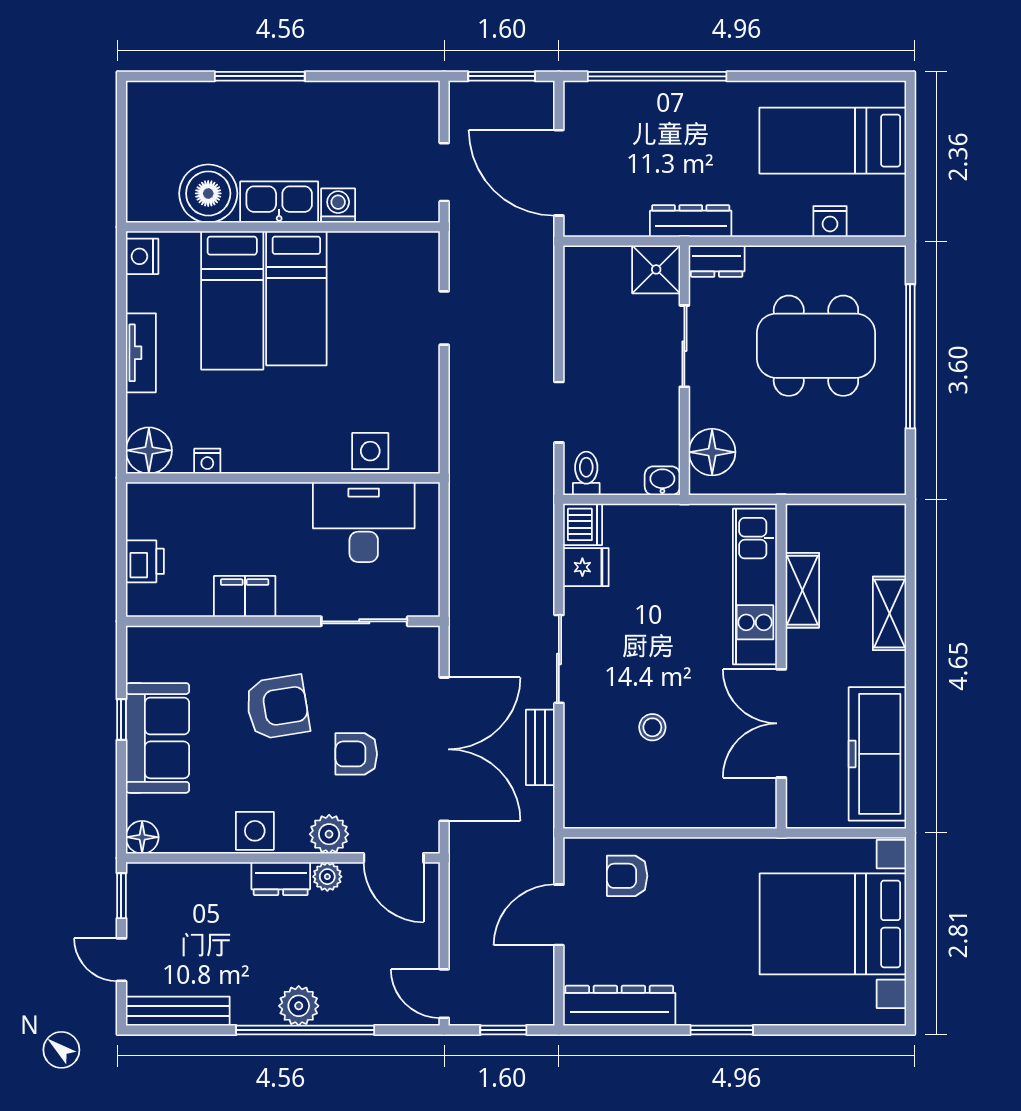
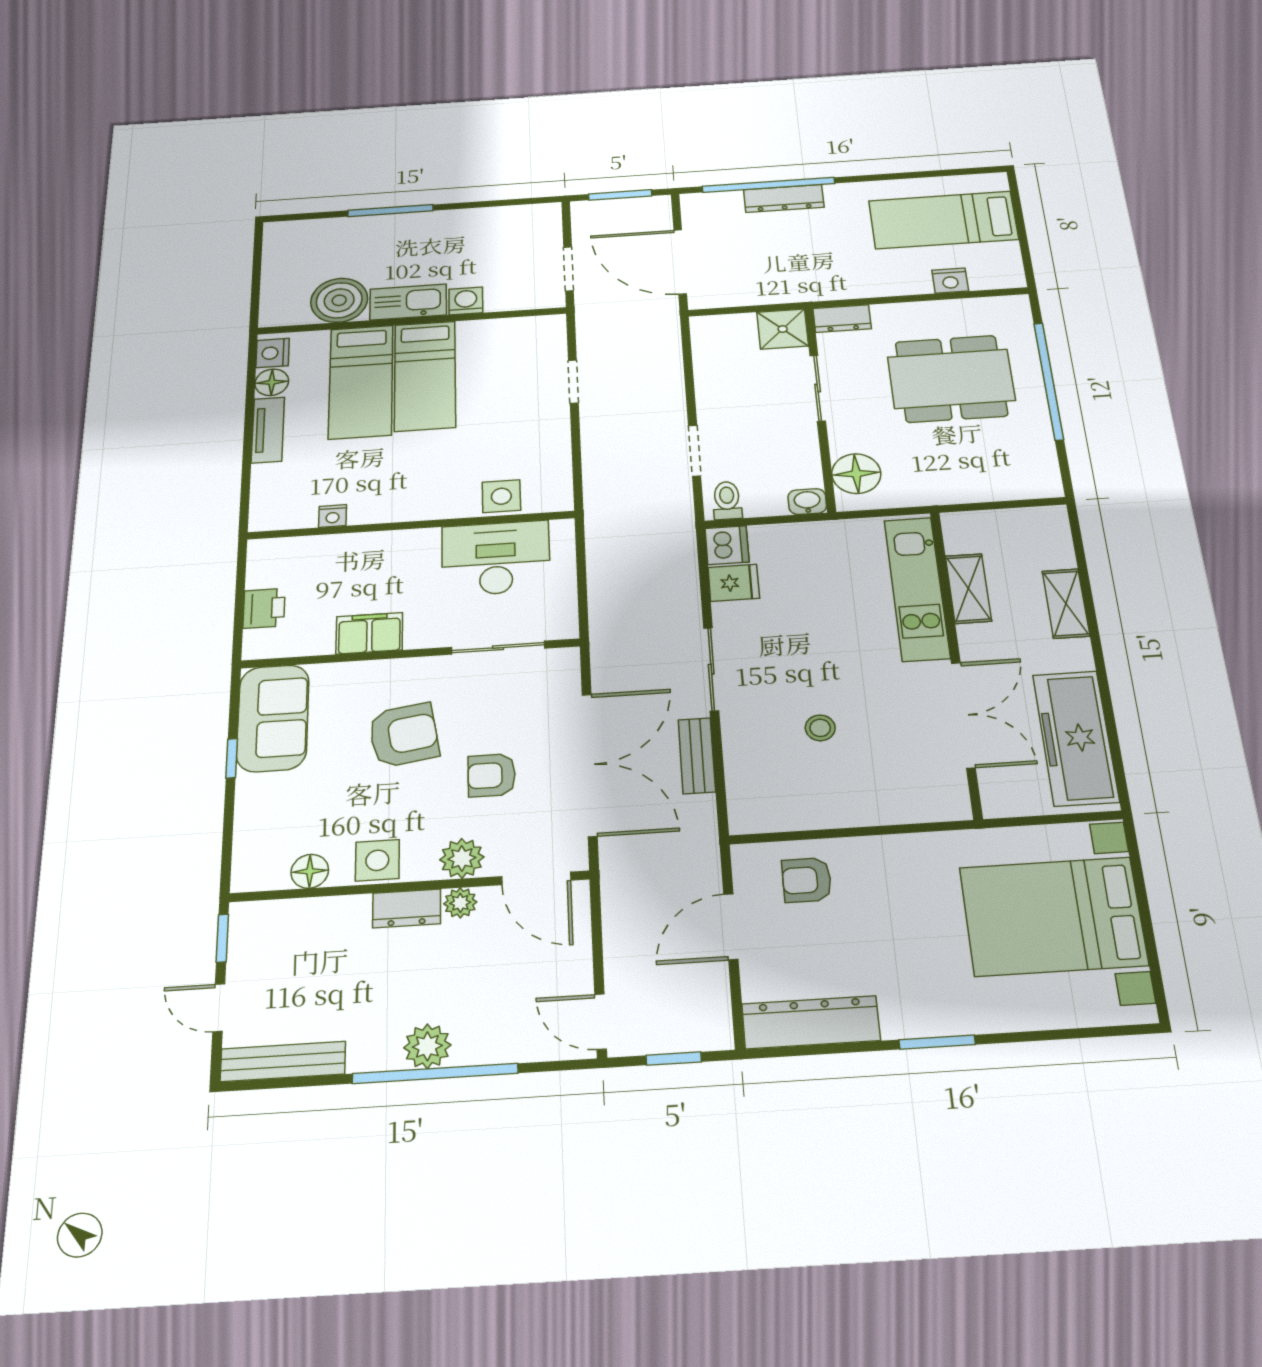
dresser: (691, 221) -> (784, 198), moved, turned 180
floor lamp: (149, 450) -> (272, 382), moved, width x0.73, depth x0.73
double door: (781, 723) -> (963, 715), swing flipped
sofa: (158, 738) -> (273, 718), moved
floor lamp: (142, 837) -> (310, 871), moved

